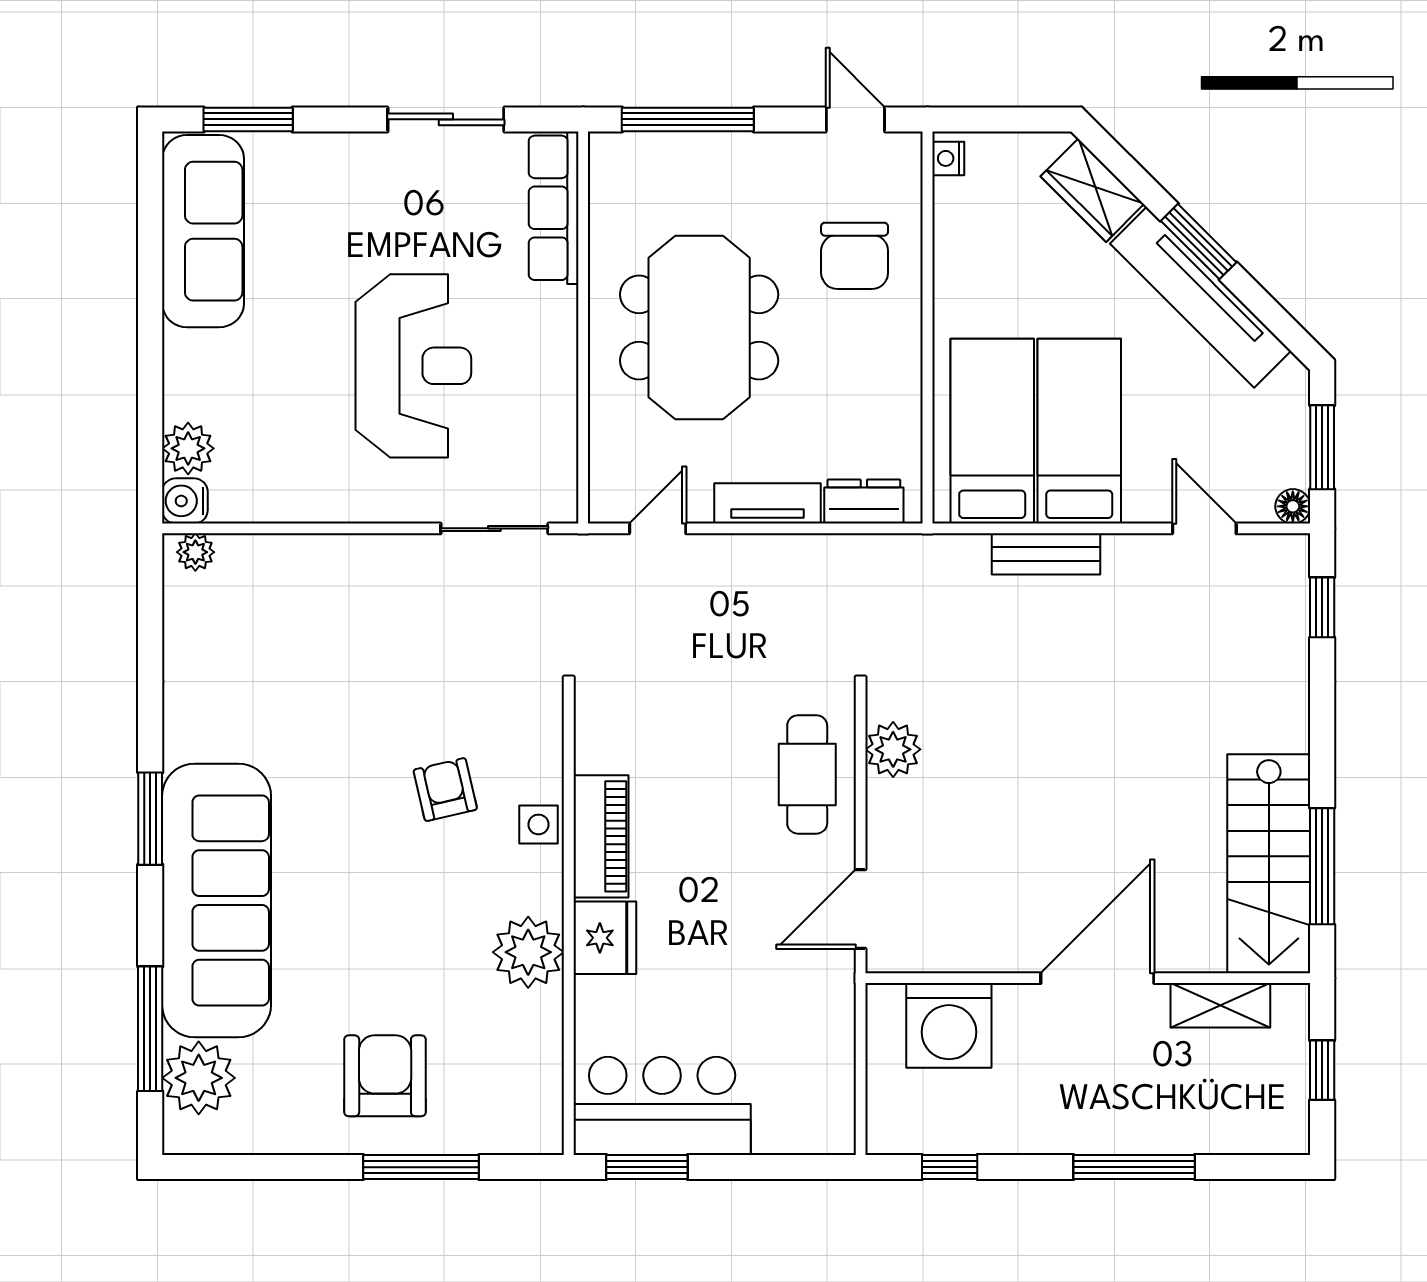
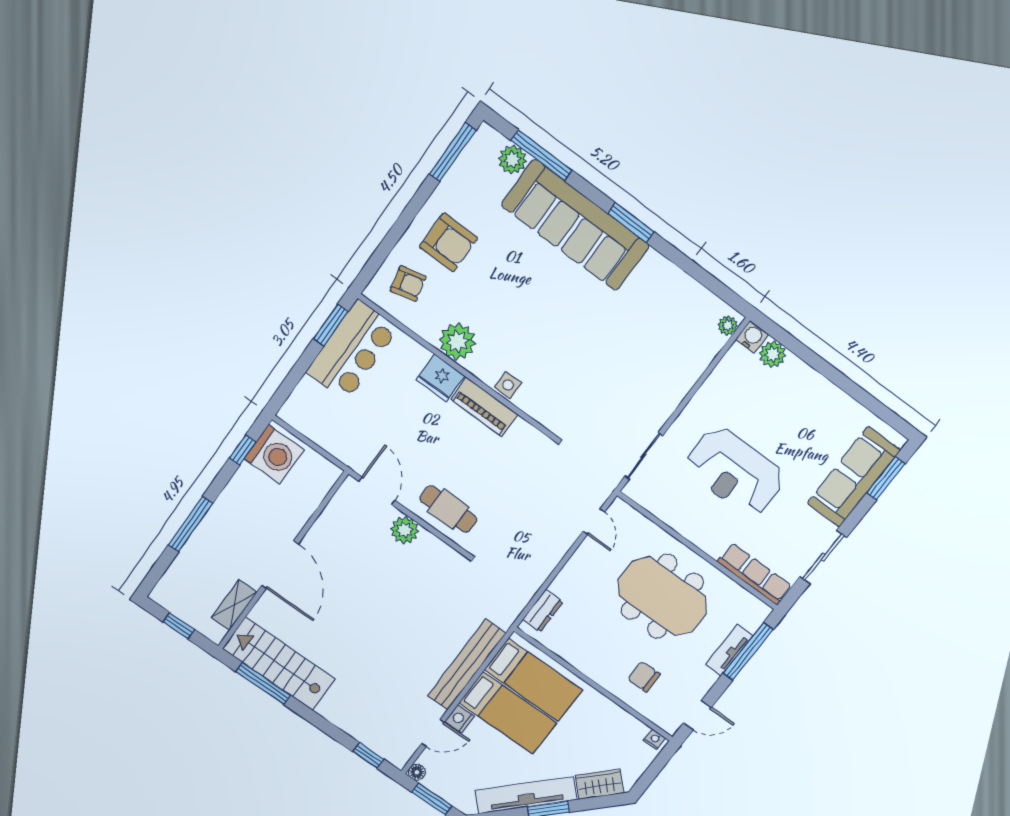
sofa: (203, 231) -> (854, 477), moved, turned 90
chair: (855, 256) -> (644, 677), width x0.73, depth x0.73
tv unit: (767, 503) -> (729, 650), moved, turned 180
nightstand: (1148, 503) -> (460, 719), added
bench: (1046, 554) -> (467, 665), width x1.86, depth x1.21
plant: (893, 749) -> (405, 530), moved
armchair: (445, 790) -> (408, 283), moved
washing machine: (949, 1025) -> (274, 454), moved, turned 180
plant: (199, 1078) -> (512, 160), width x0.73, depth x0.73
window: (421, 1167) -> (453, 152), moved

